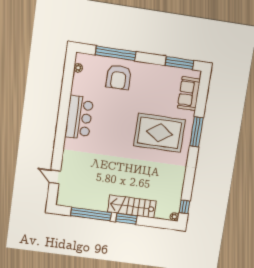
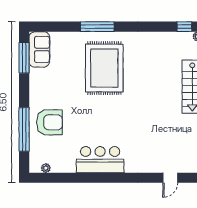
sofa: (189, 94) -> (39, 49), moved, turned -90

